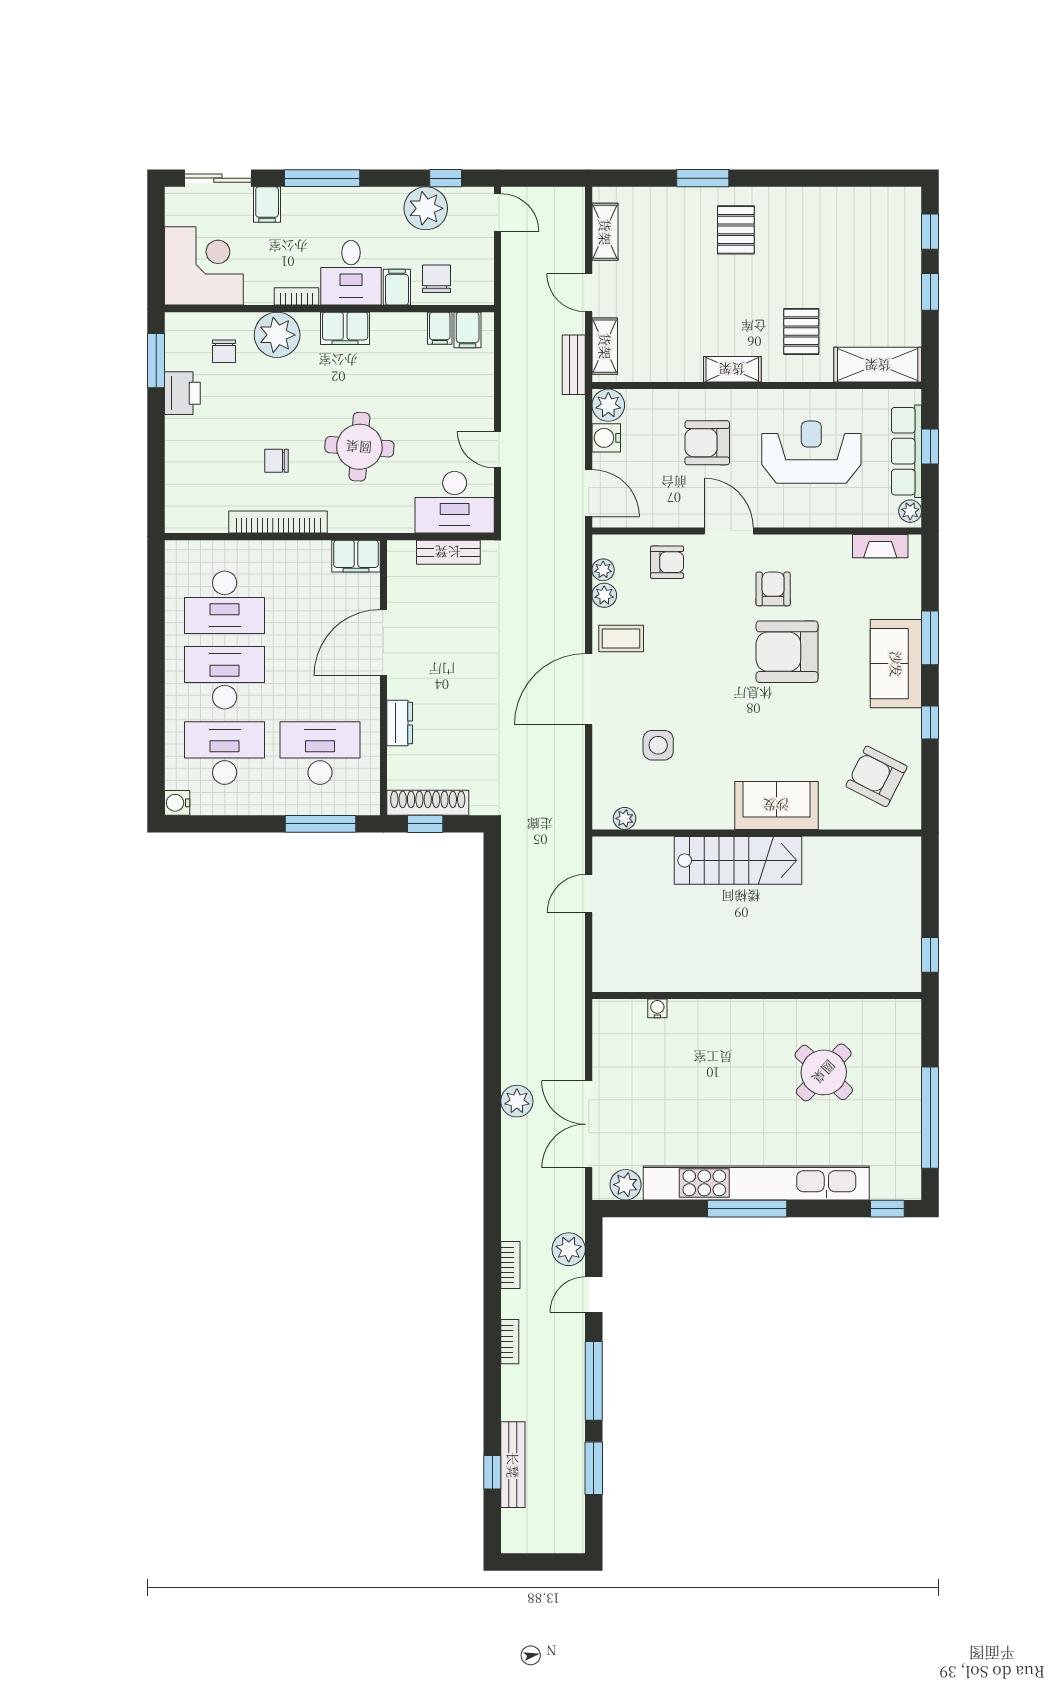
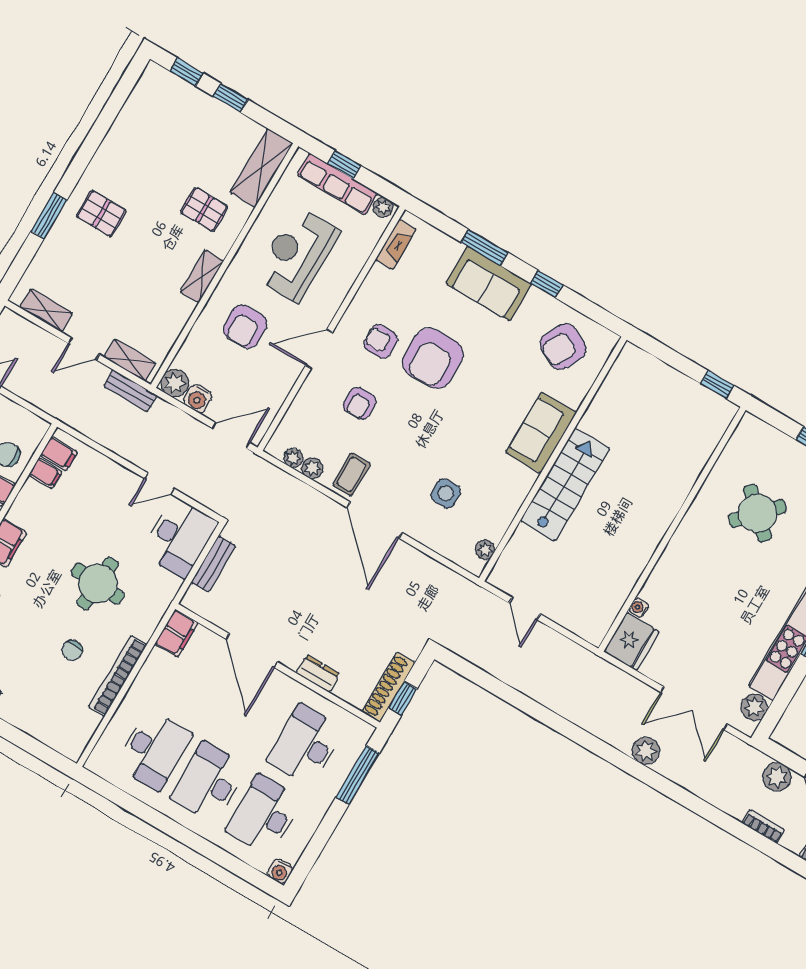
armchair: (667, 562) -> (360, 403), moved, turned 180
fridge: (619, 1021) -> (631, 641), added

